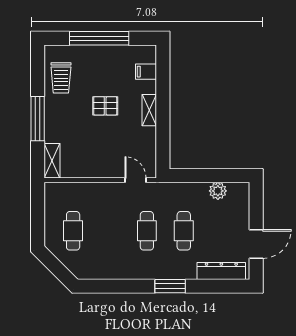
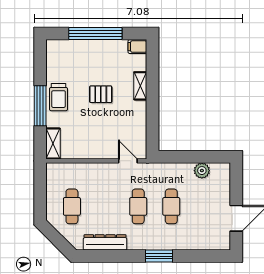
filing cabinet: (146, 72) -> (137, 47), moved
trolley: (61, 78) -> (59, 97), moved
shelving: (149, 110) -> (140, 86), moved
dresser: (221, 271) -> (105, 242), moved

